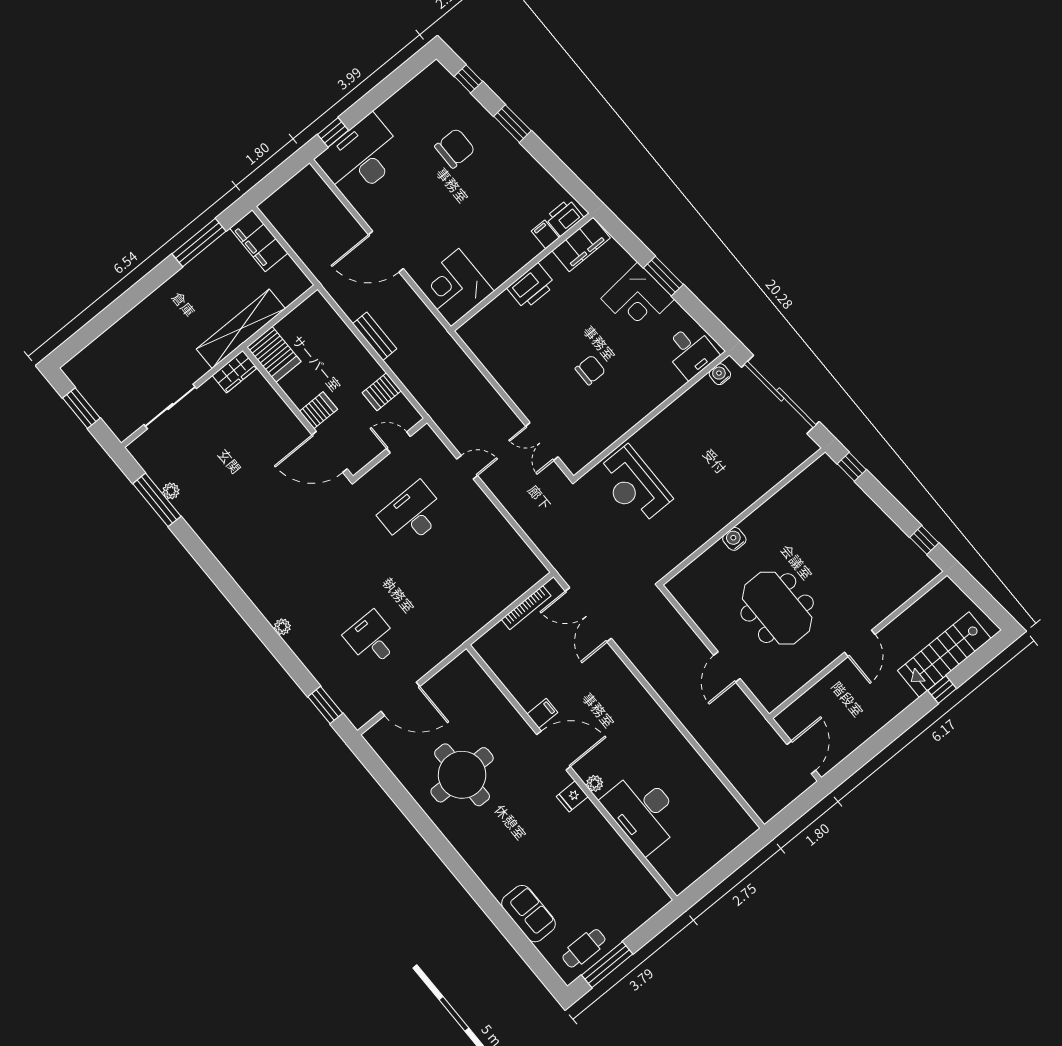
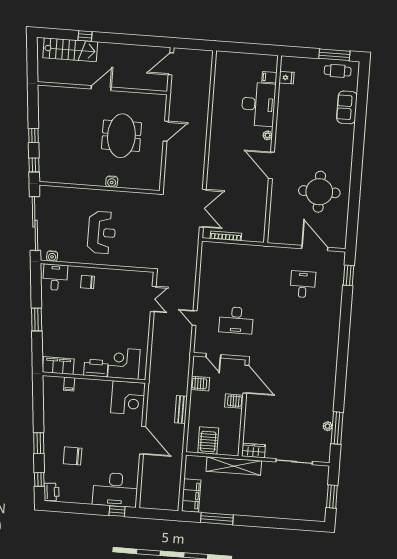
printer: (565, 217) -> (52, 492), moved, turned -95
corner desk: (638, 299) -> (124, 363), moved, turned -85
server rack: (274, 354) -> (208, 440), moved
chair: (590, 370) -> (88, 282), moved
reception desk: (633, 485) -> (102, 232), moved
window: (924, 540) -> (33, 136), moved
plant: (282, 627) -> (335, 325), removed
desk: (372, 639) -> (303, 284), turned 180
filing cabinet: (542, 713) -> (269, 77), moved
fridge: (572, 796) -> (287, 78), moved

